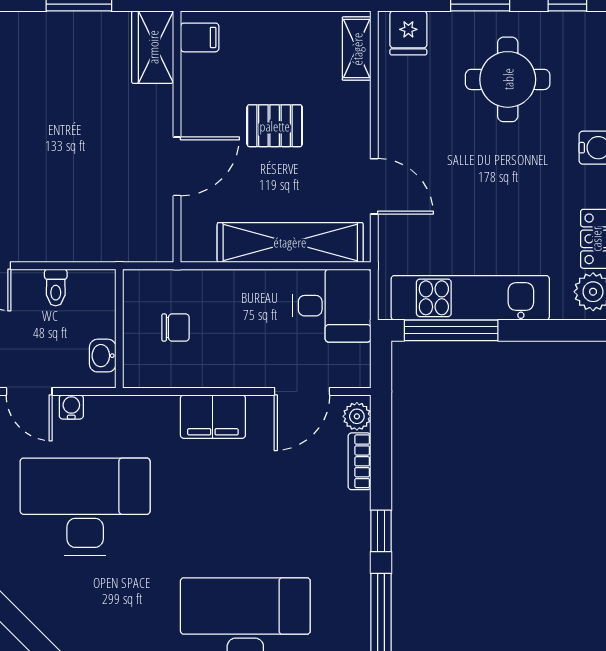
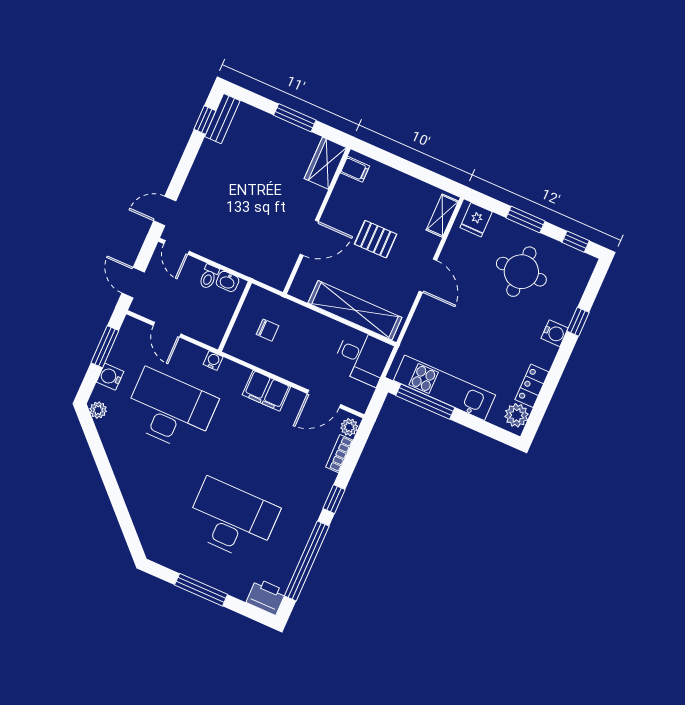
door: (374, 186) -> (428, 276), moved
washbasin: (103, 356) -> (228, 281), moved, turned -90
water cooler: (71, 407) -> (213, 361), moved

